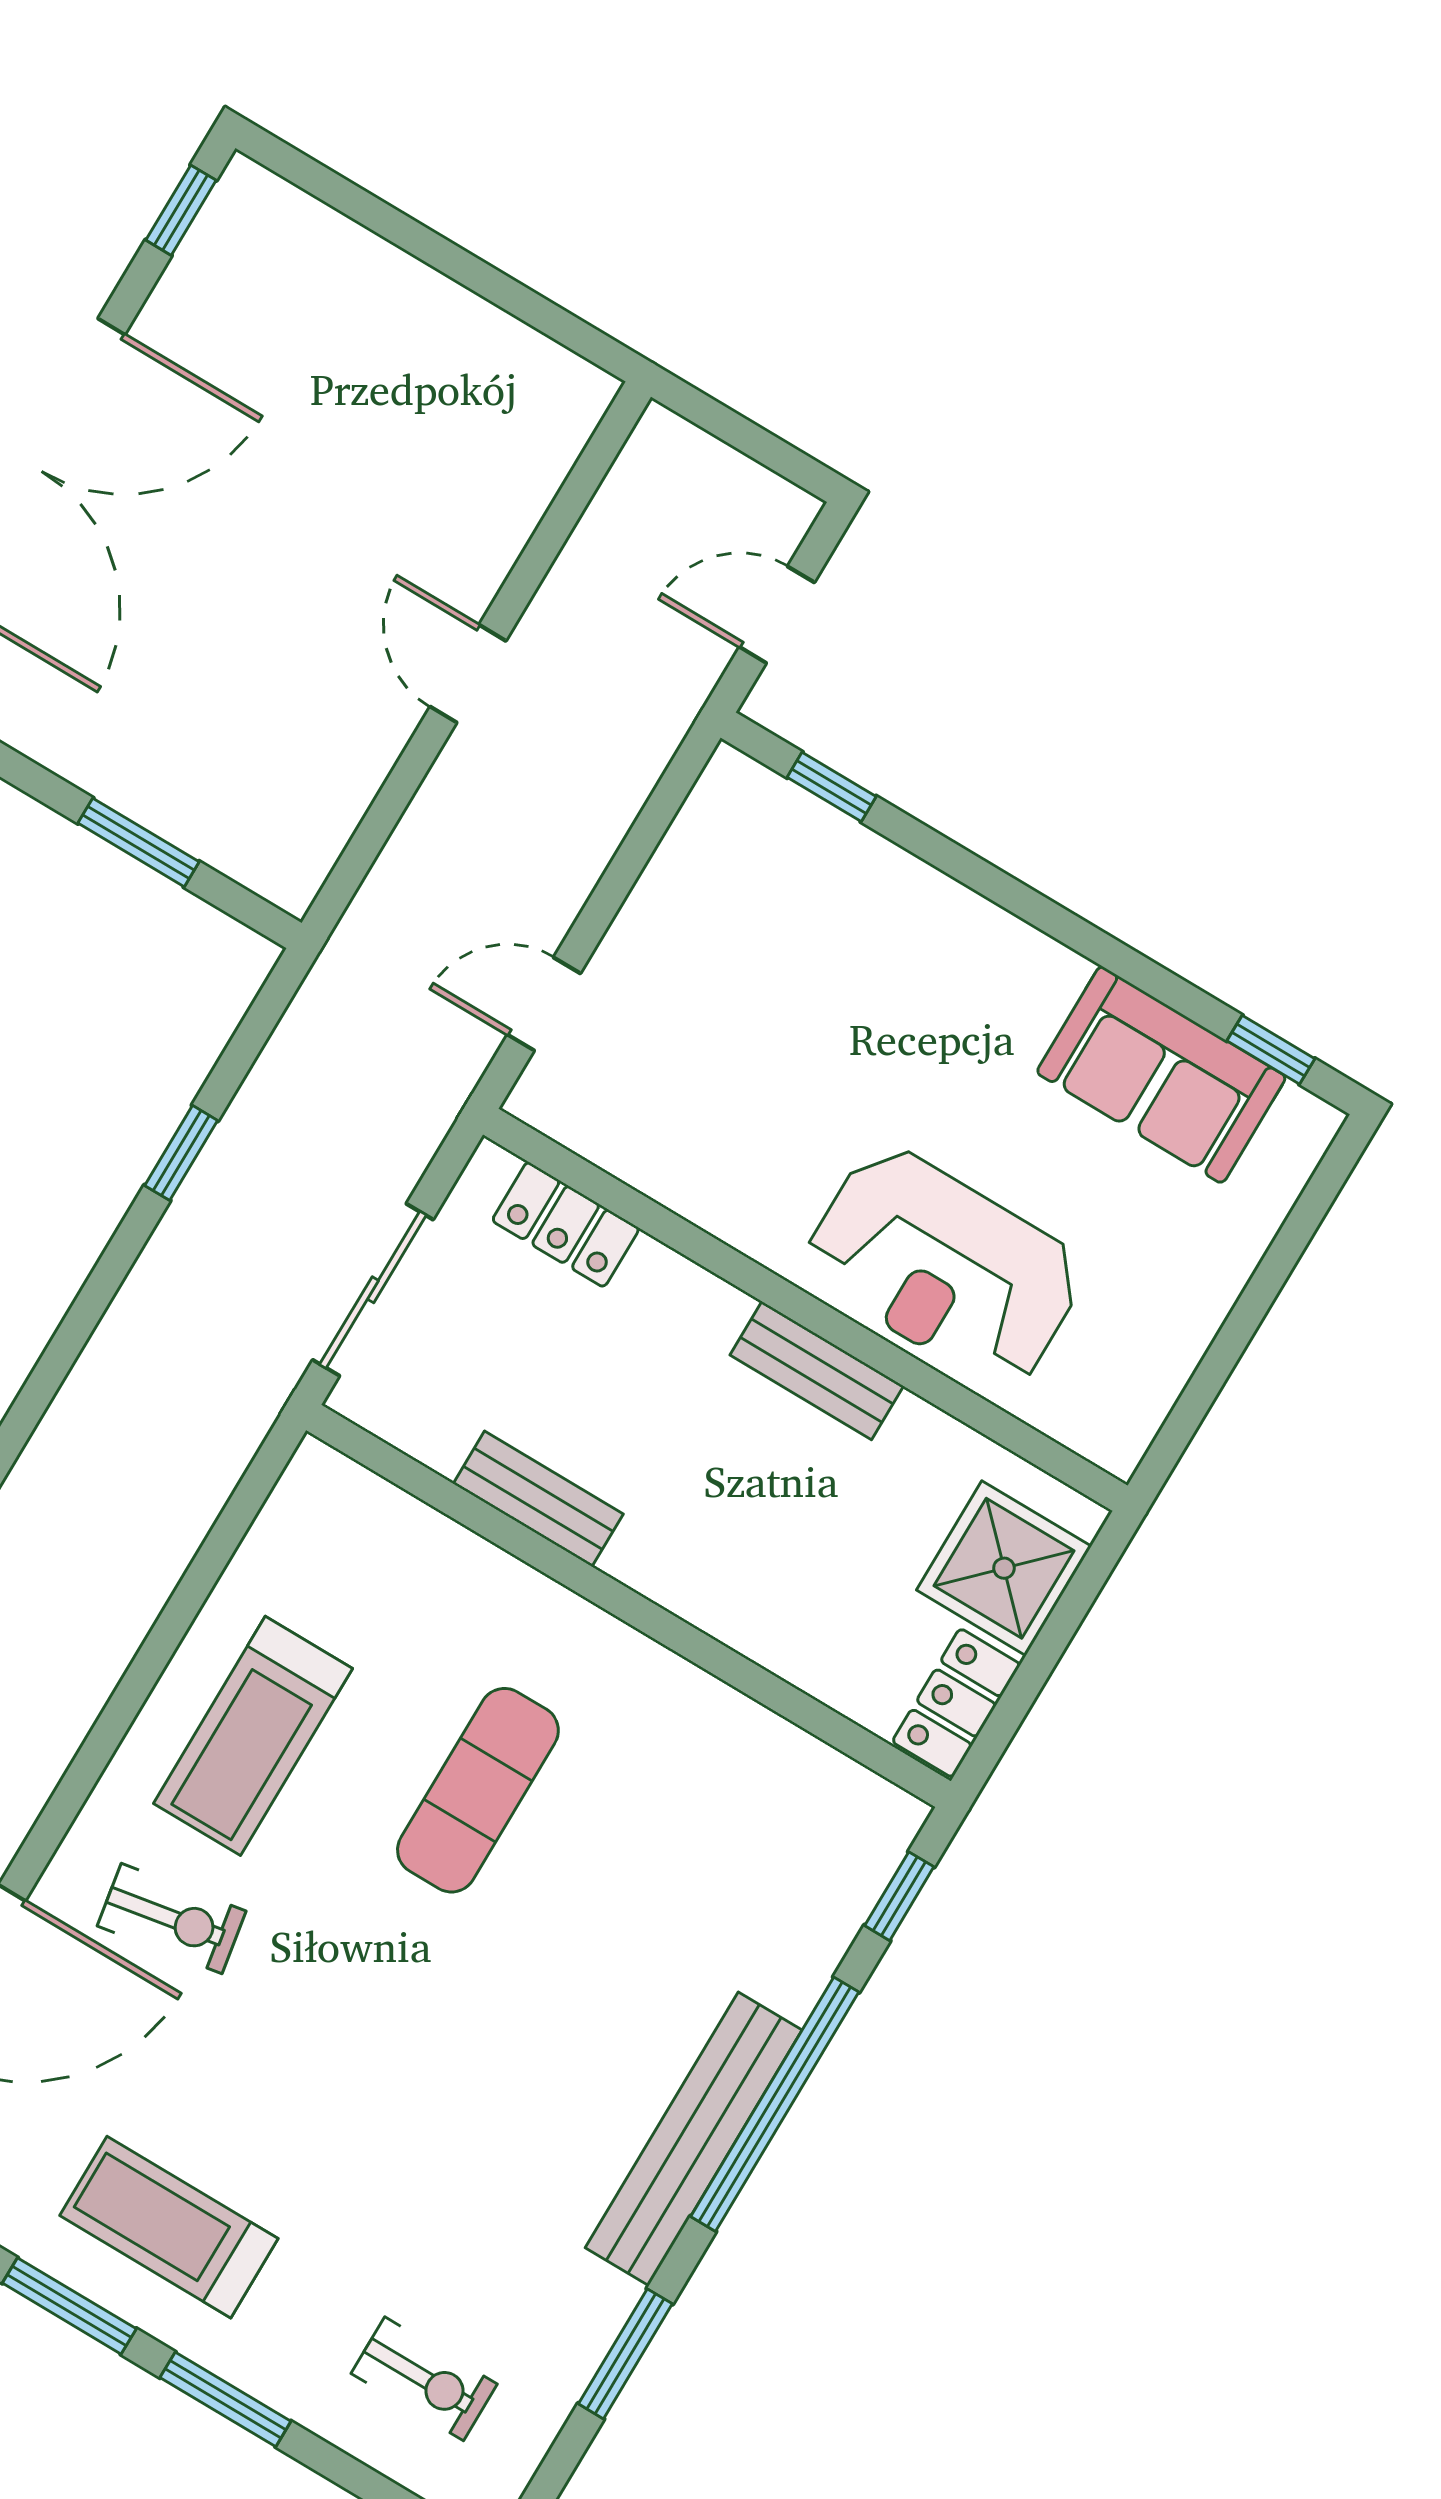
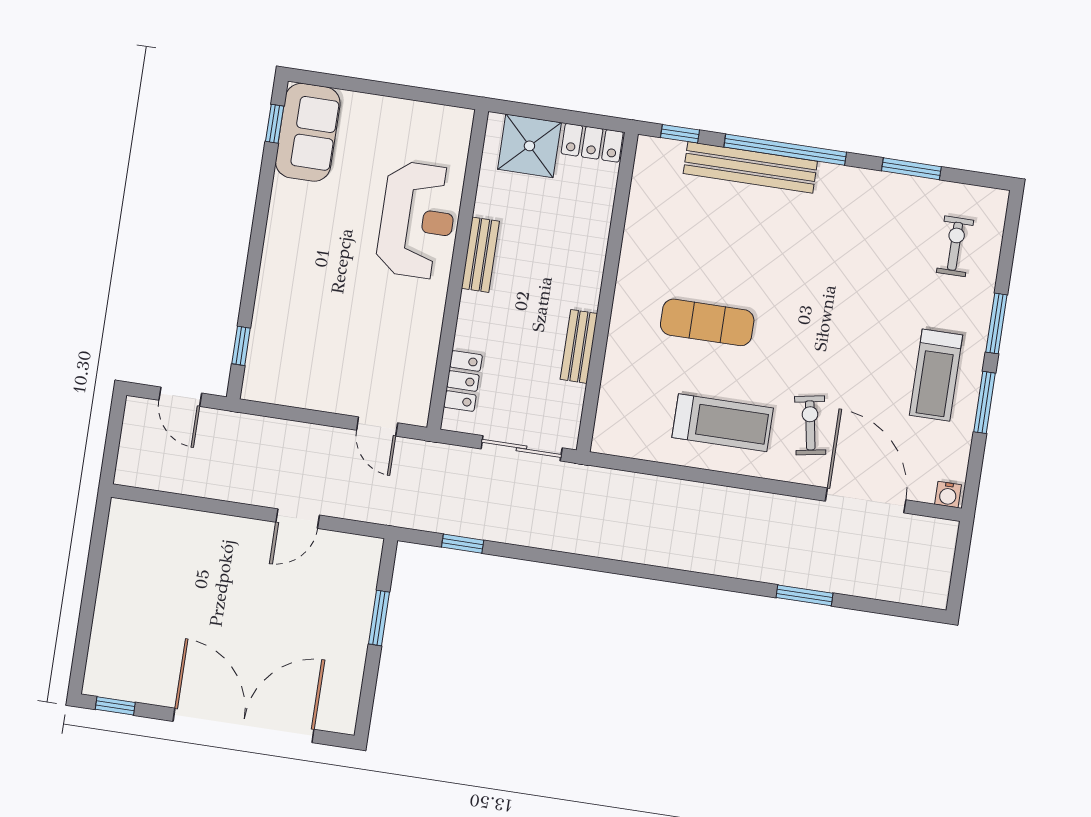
door: (468, 674) -> (298, 519), moved
sofa: (1161, 1075) -> (308, 132), moved
window: (181, 1153) -> (463, 544), moved
bench: (694, 2139) -> (750, 167), moved

